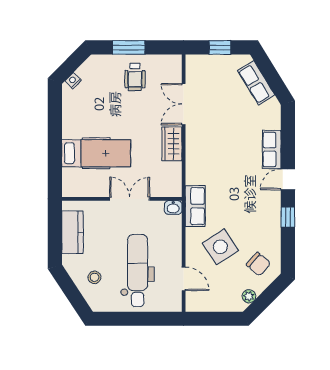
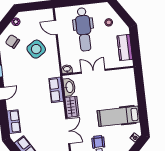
row of seats: (272, 150) -> (14, 122), moved
hospital bed: (96, 153) -> (119, 116), moved
washbasin: (173, 177) -> (69, 87), added
double door: (130, 199) -> (93, 71), swing flipped
row of seats: (195, 206) -> (56, 90), moved

